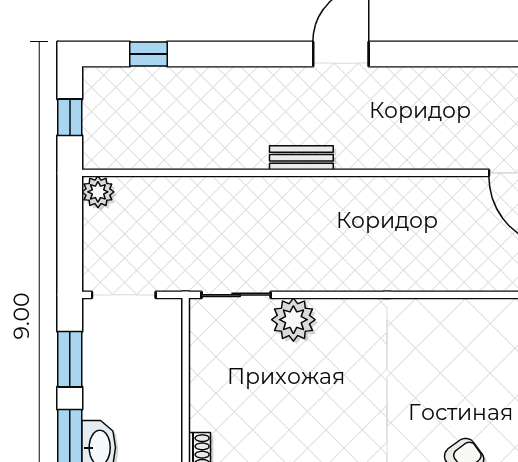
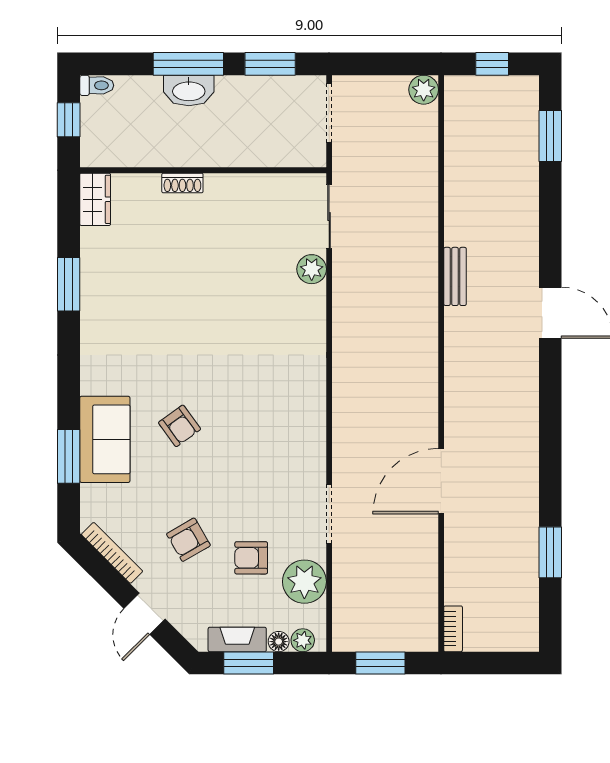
window: (148, 54) -> (550, 136), width x1.50
plant: (293, 320) -> (312, 269), width x0.73, depth x0.73

